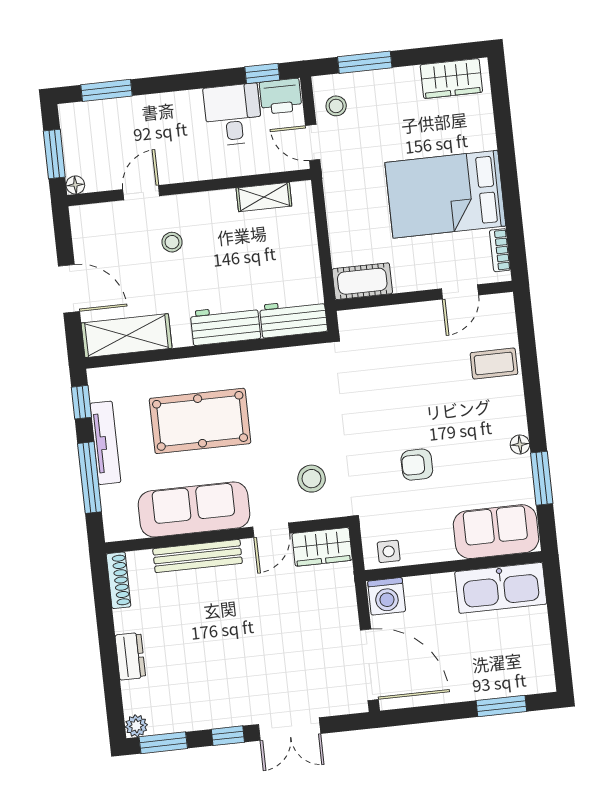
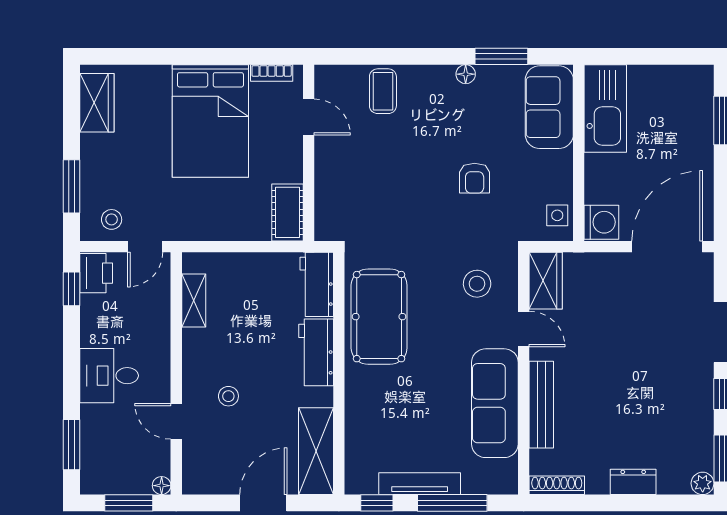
desk: (233, 115) -> (109, 376), moved
pool table: (200, 421) -> (379, 317), moved

